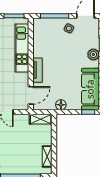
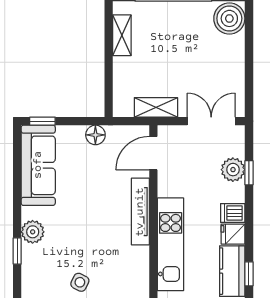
tv unit: (38, 70) -> (140, 212), width x1.41
shelving: (41, 119) -> (156, 107), moved

